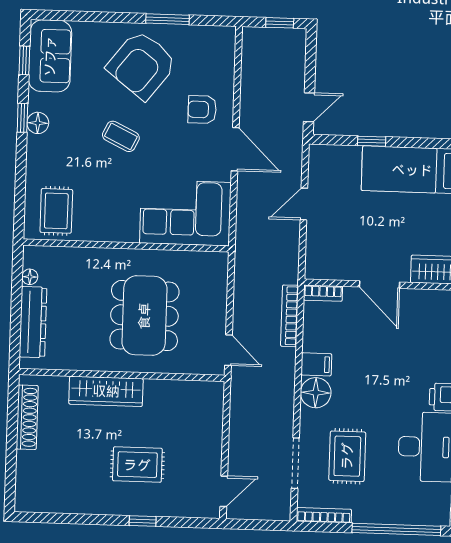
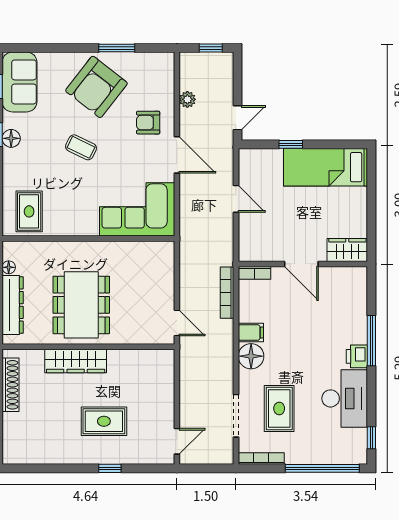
plant: (250, 83) -> (187, 99), added
door: (304, 204) -> (236, 199), swing flipped
dining table: (144, 316) -> (81, 305), moved

